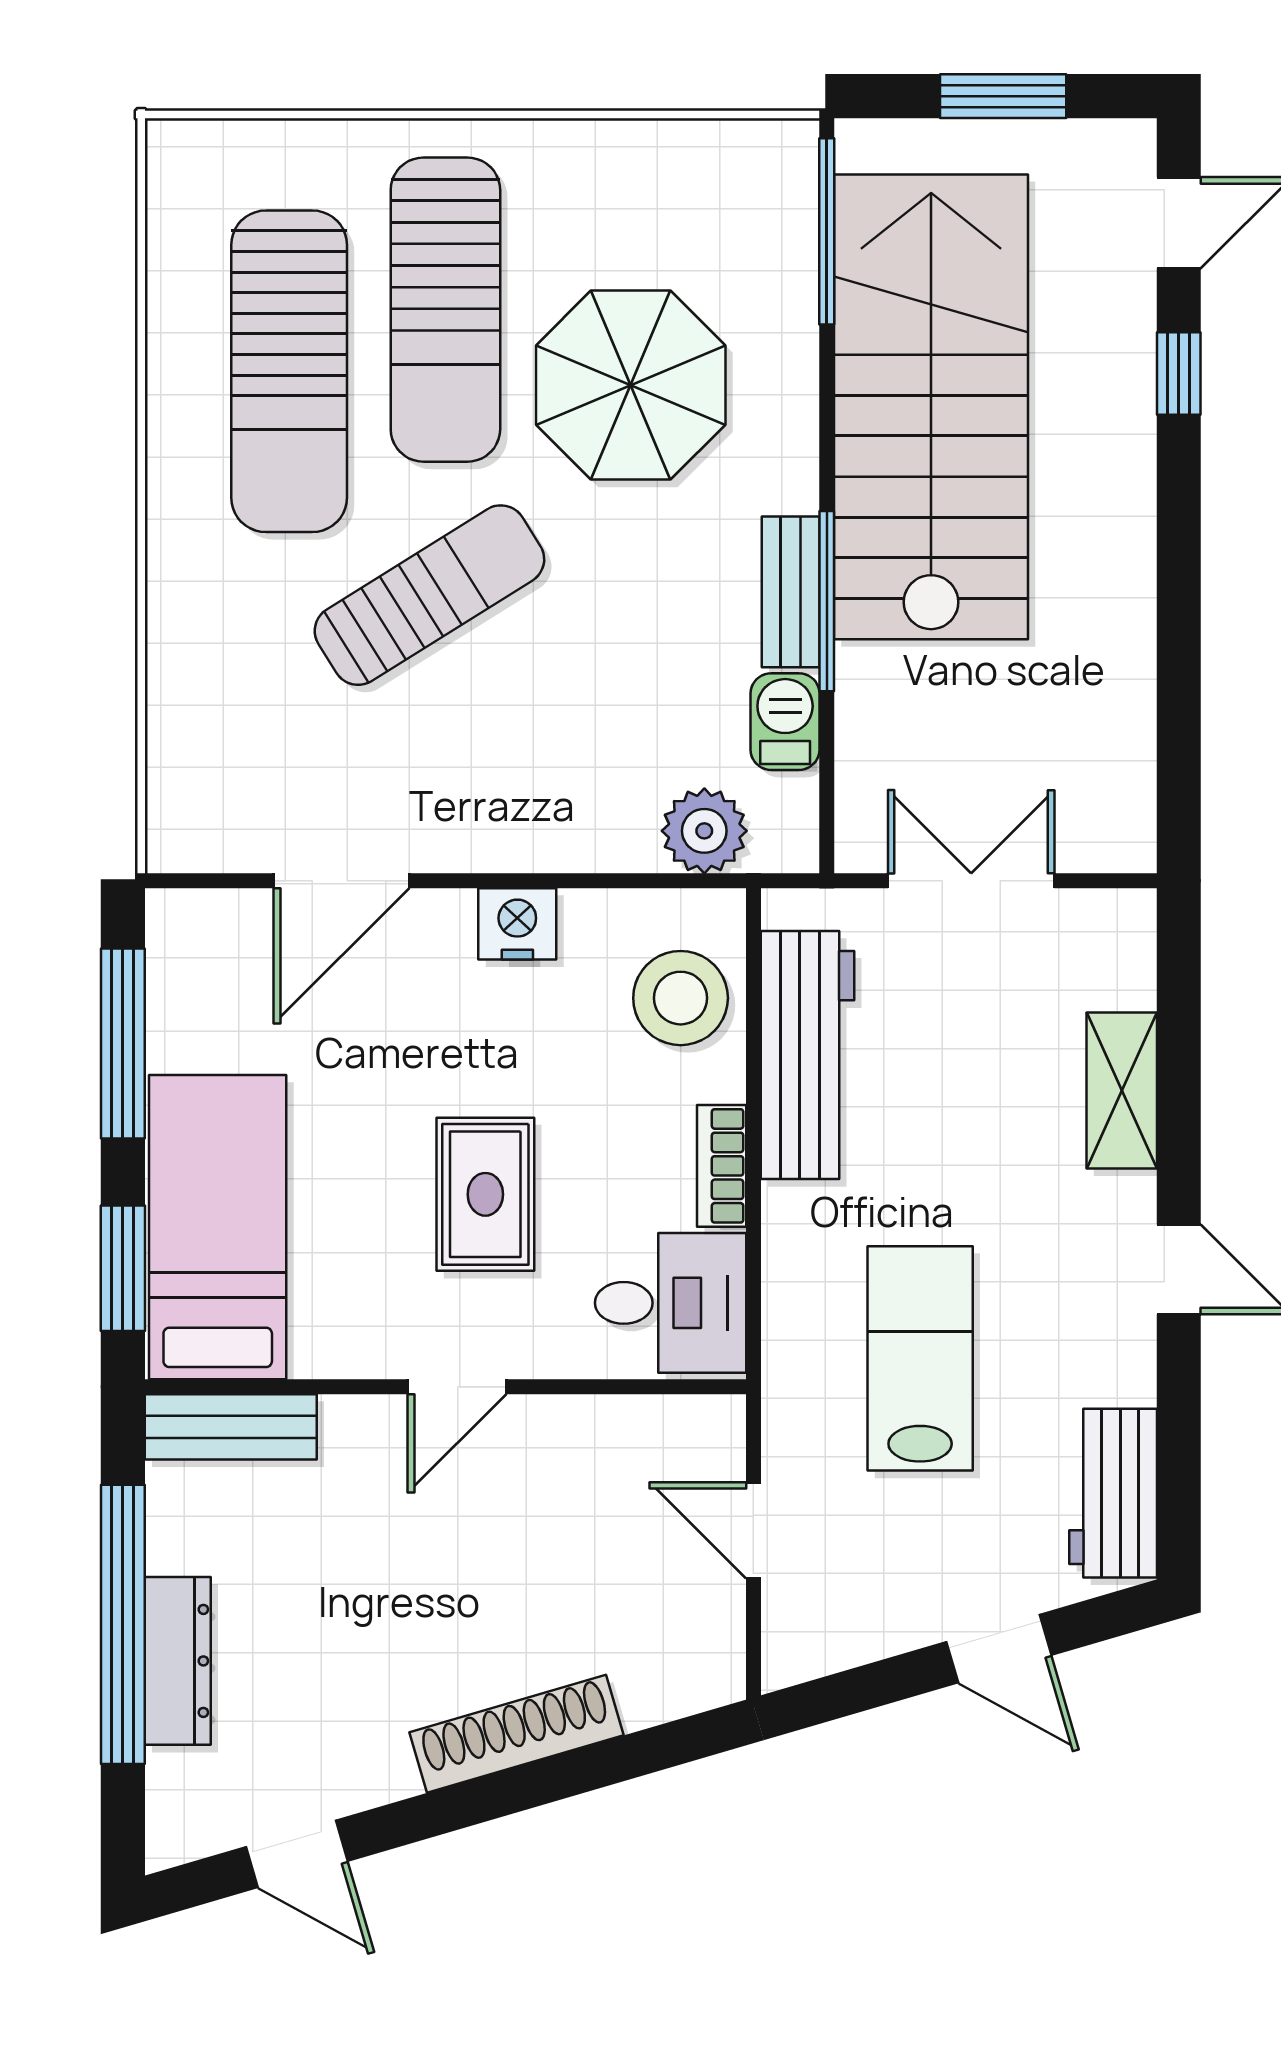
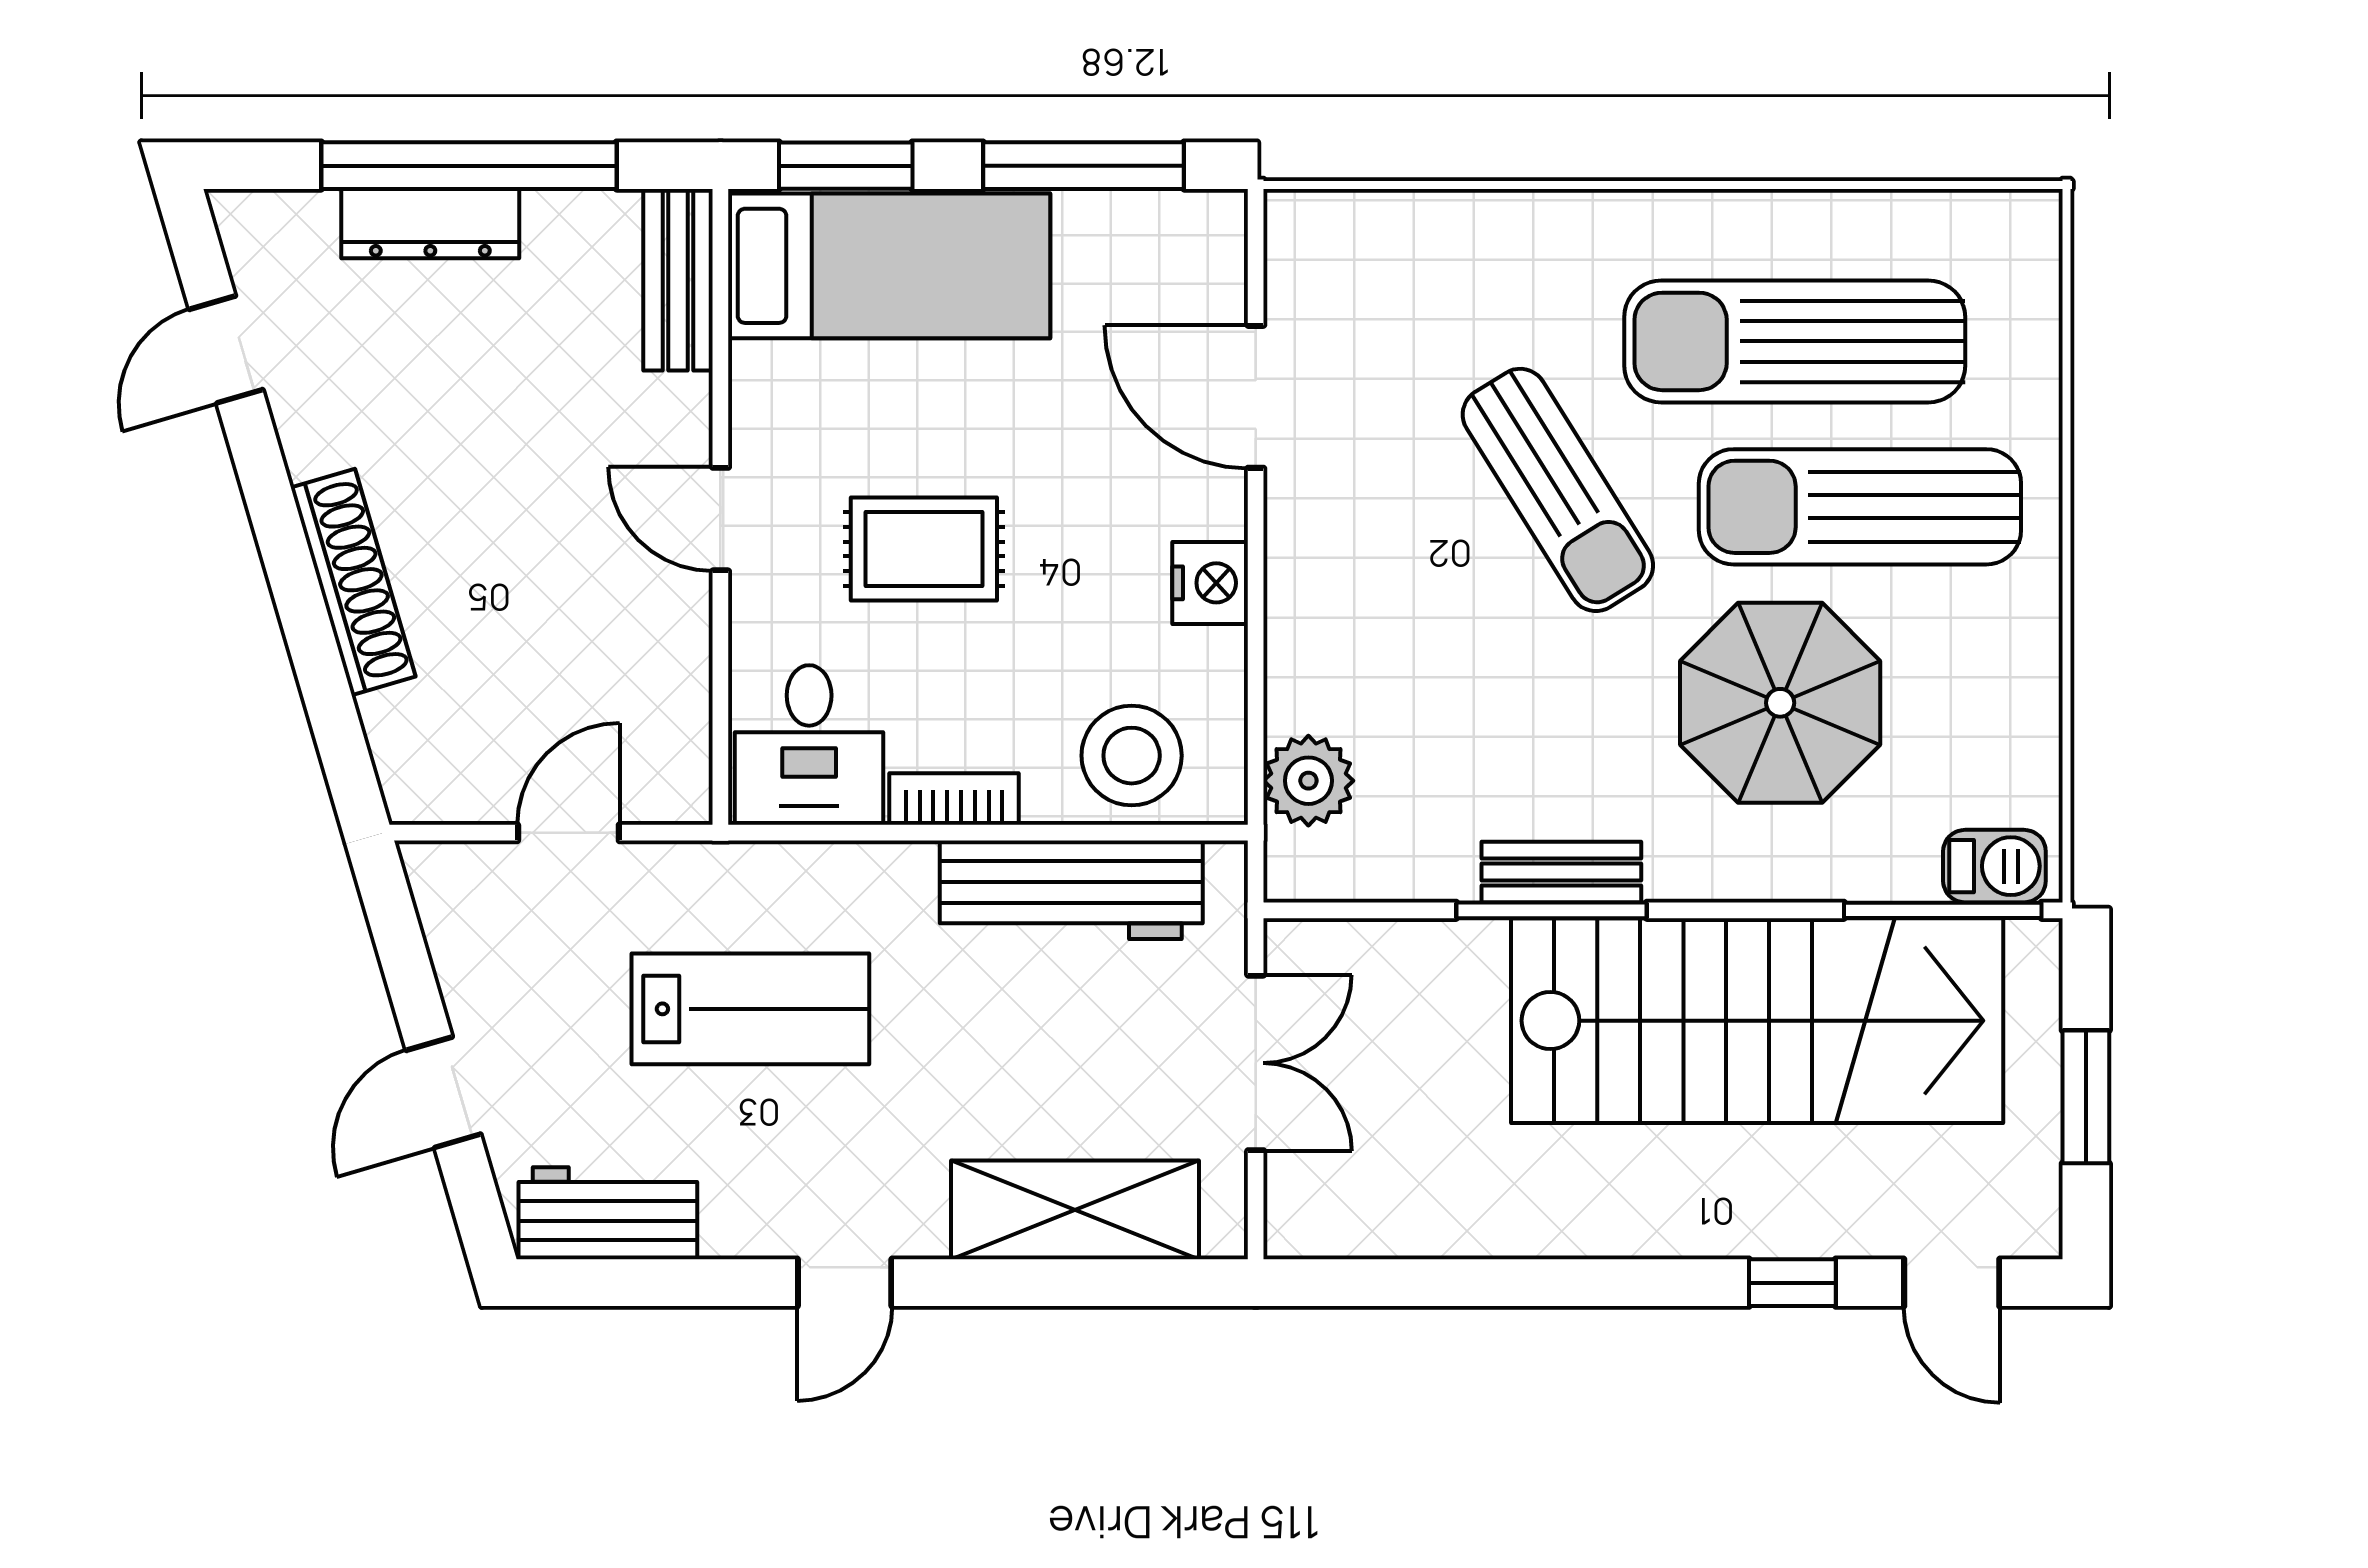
barbecue: (785, 722) -> (1994, 866), moved
shelving: (1122, 1091) -> (1075, 1210), width x1.50, depth x1.33

